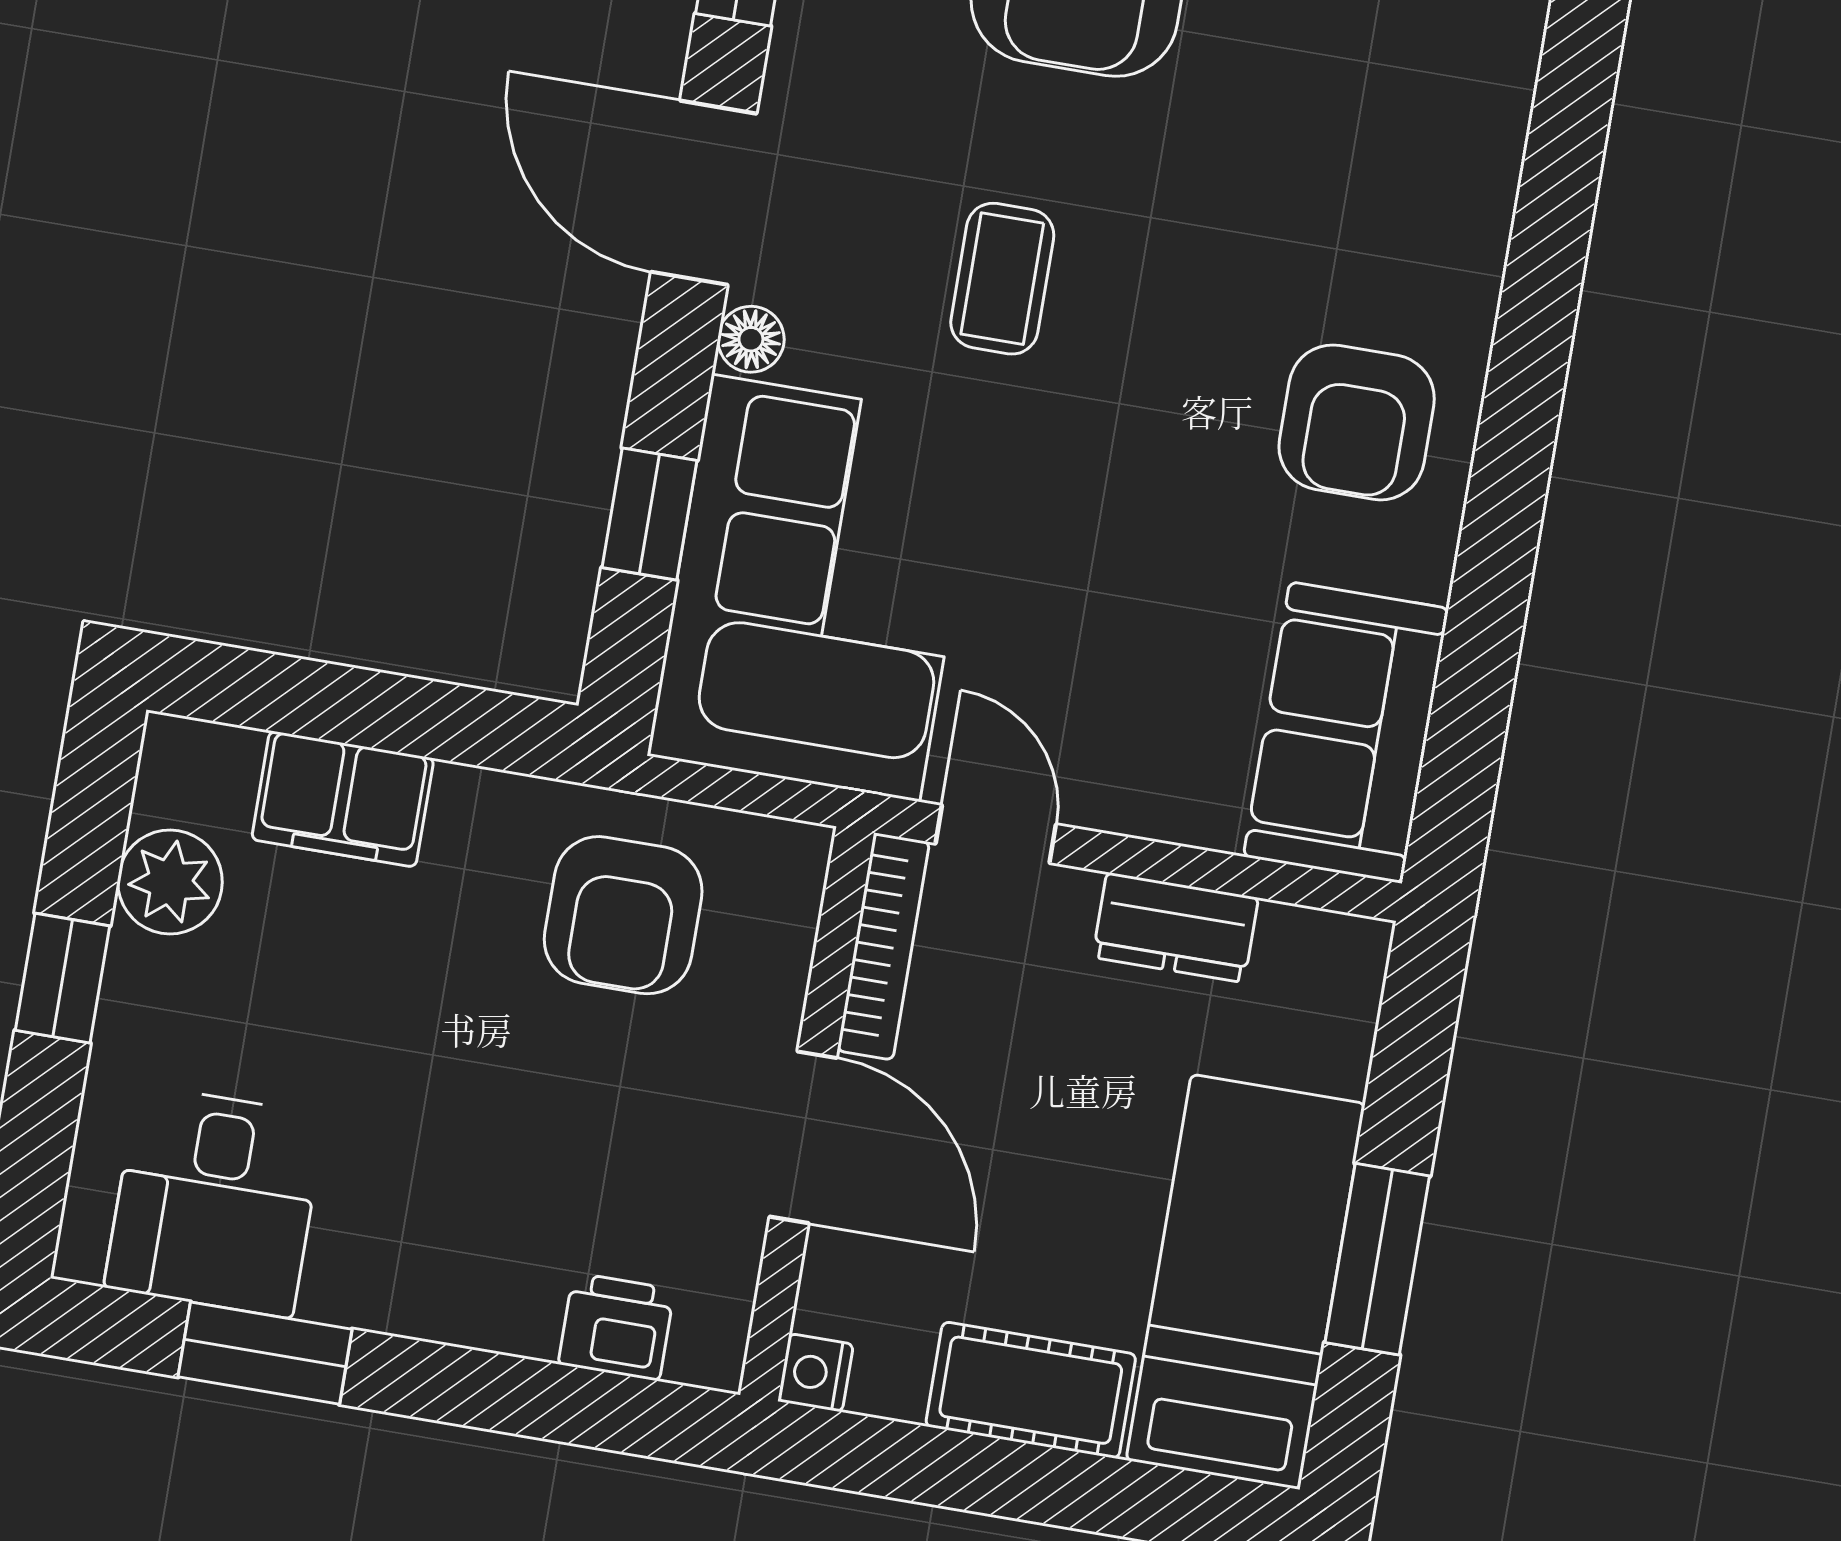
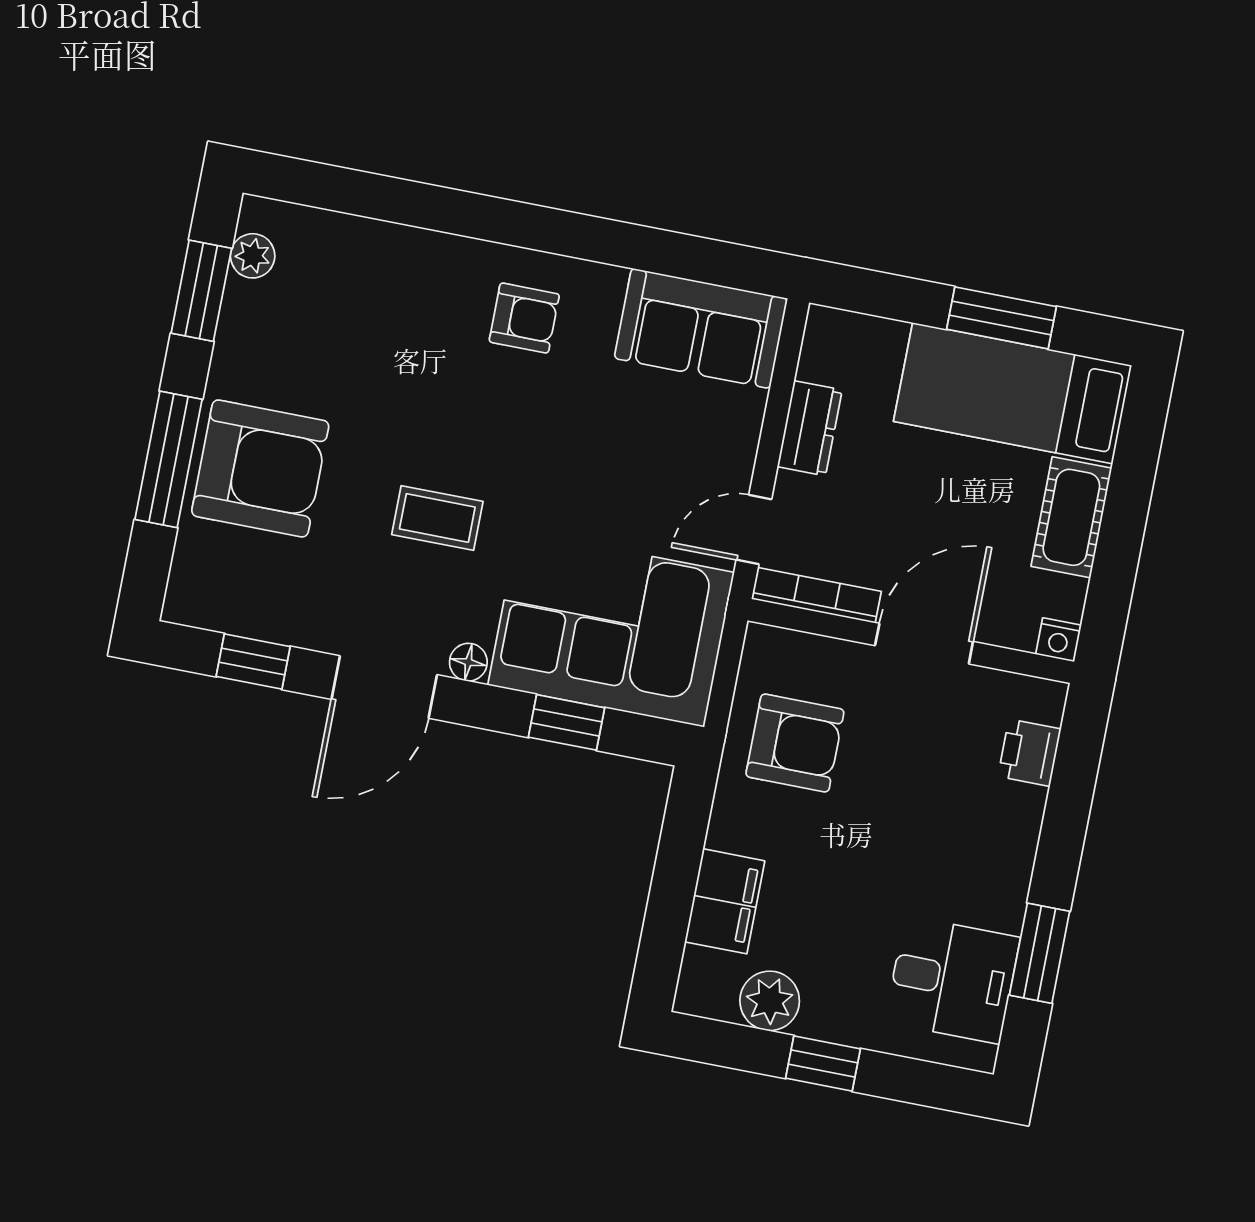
armchair: (1357, 422) -> (524, 318), width x0.72, depth x0.72

